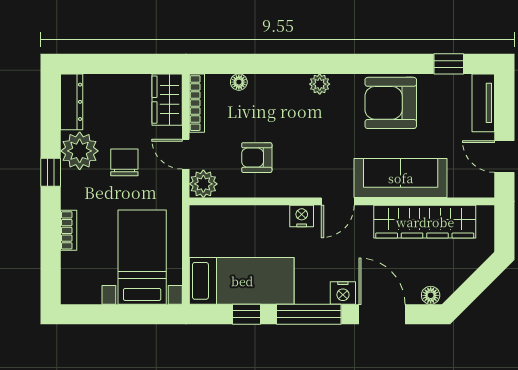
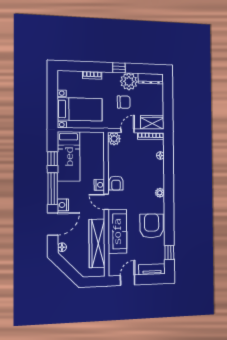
armchair: (257, 158) -> (116, 183), moved, turned 180

